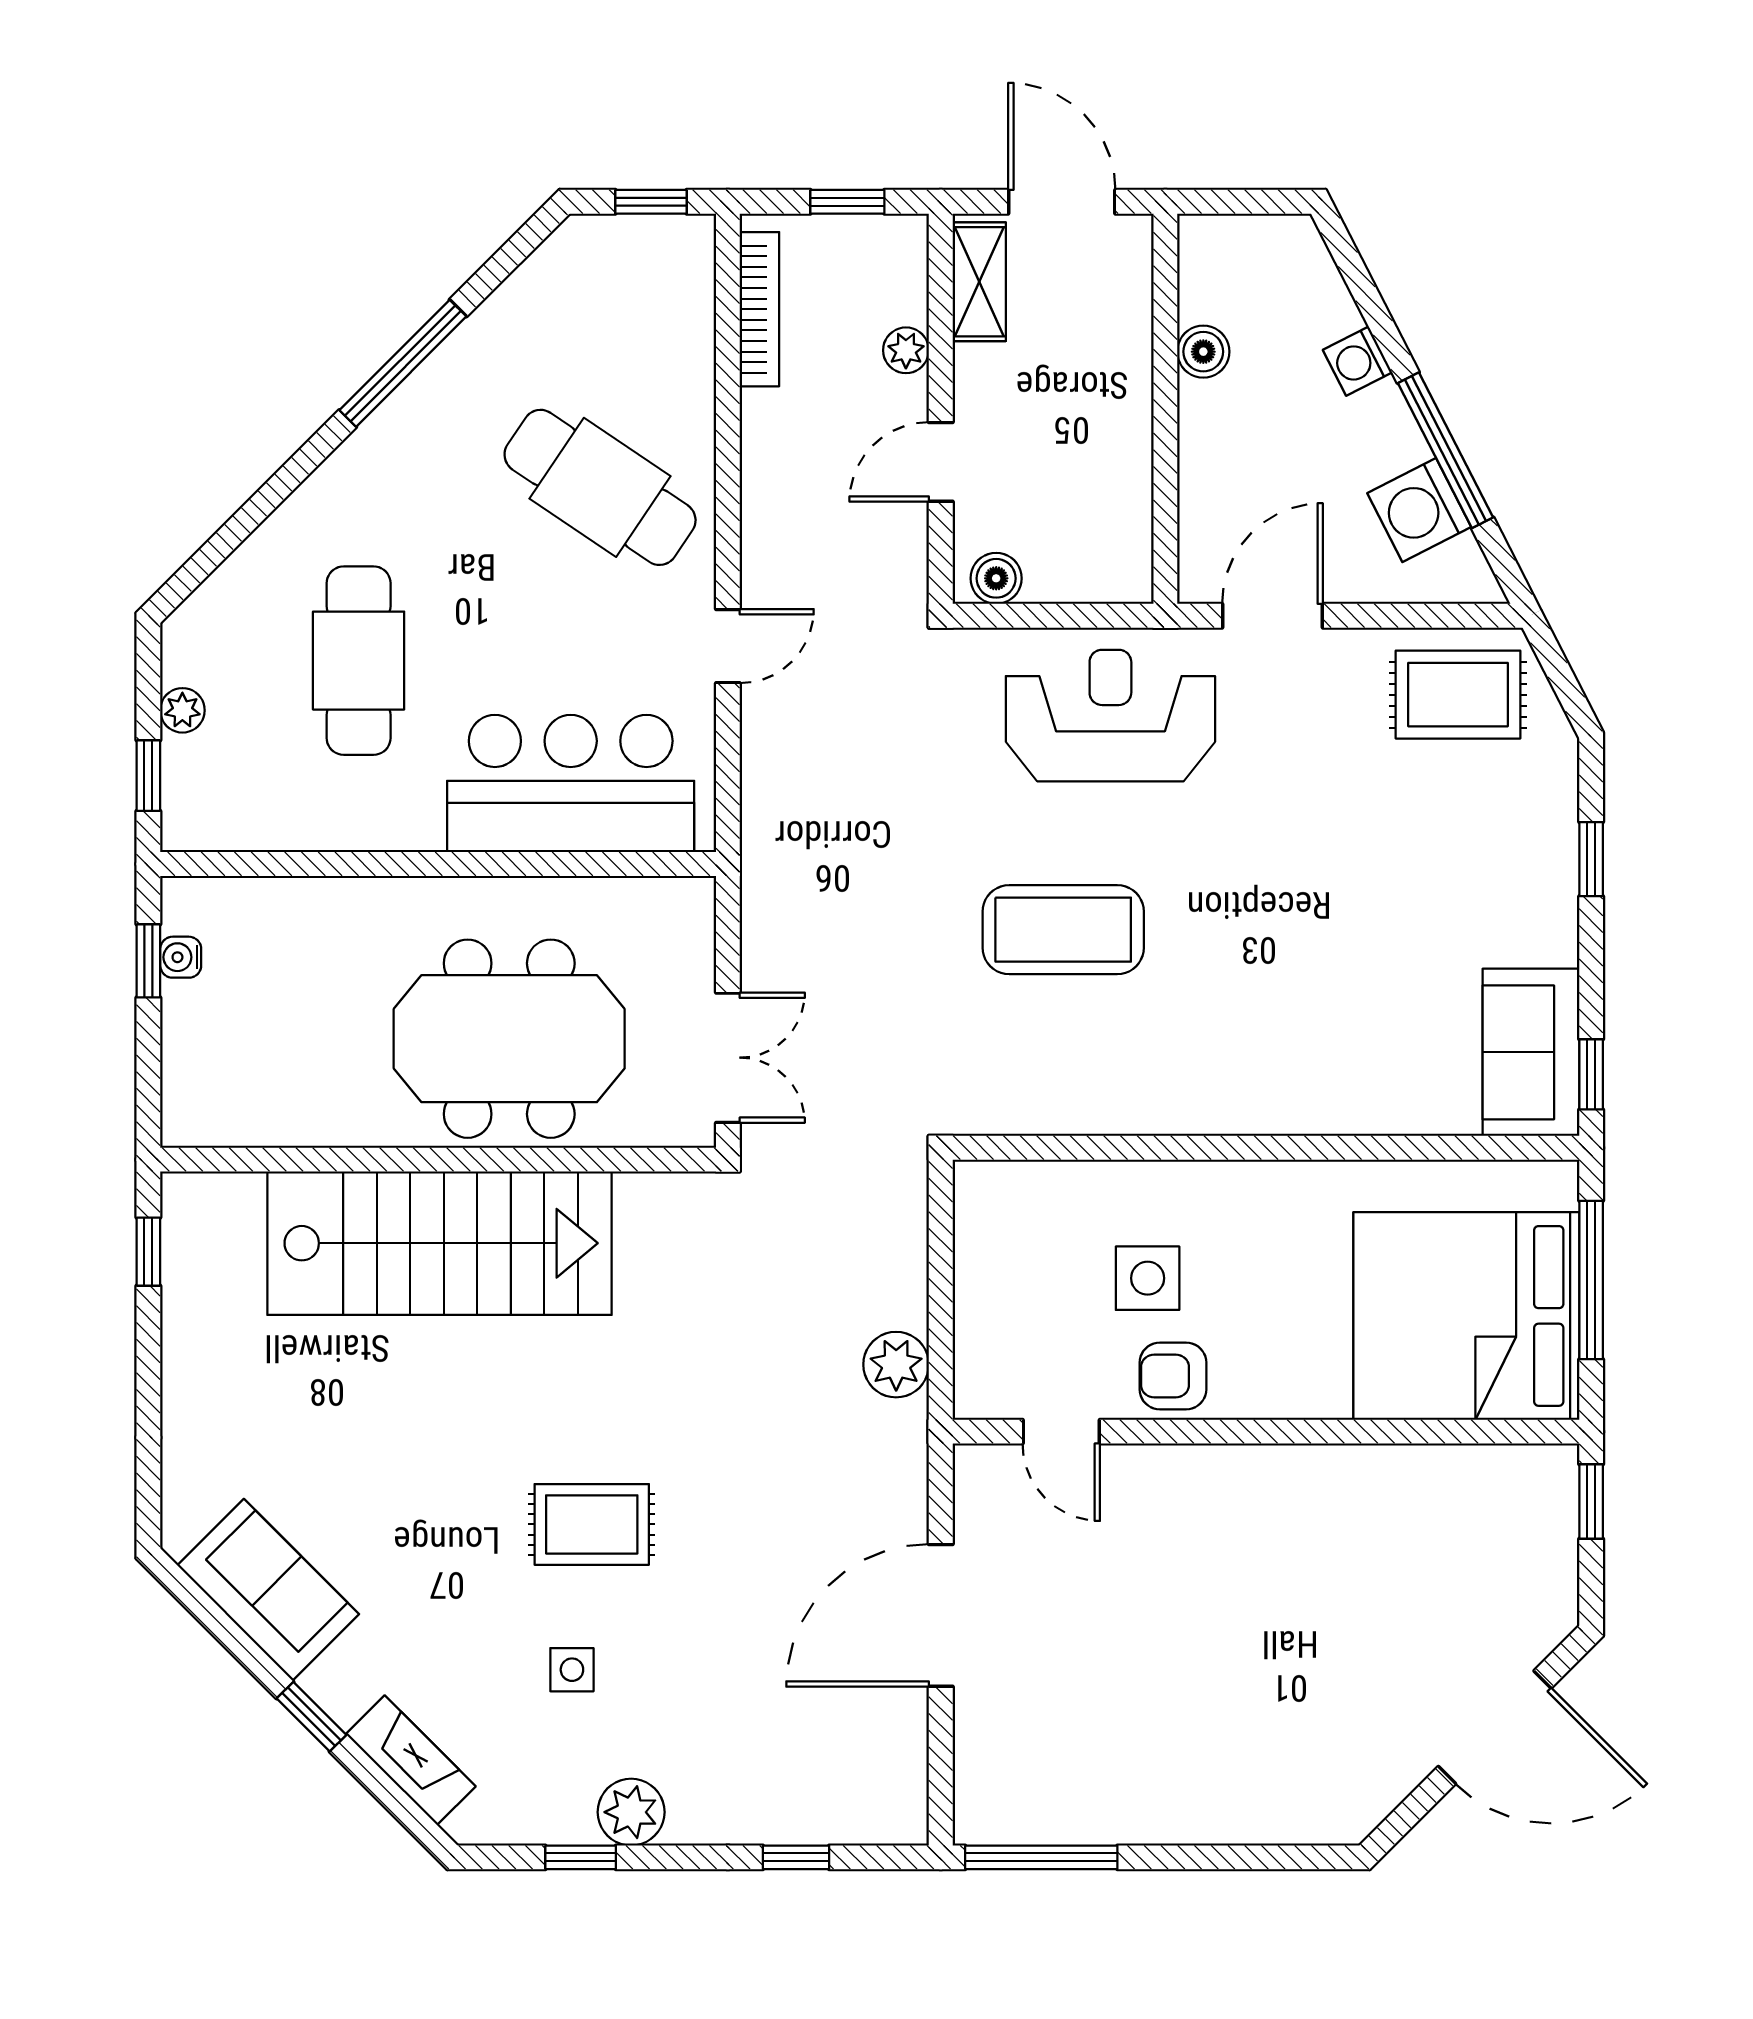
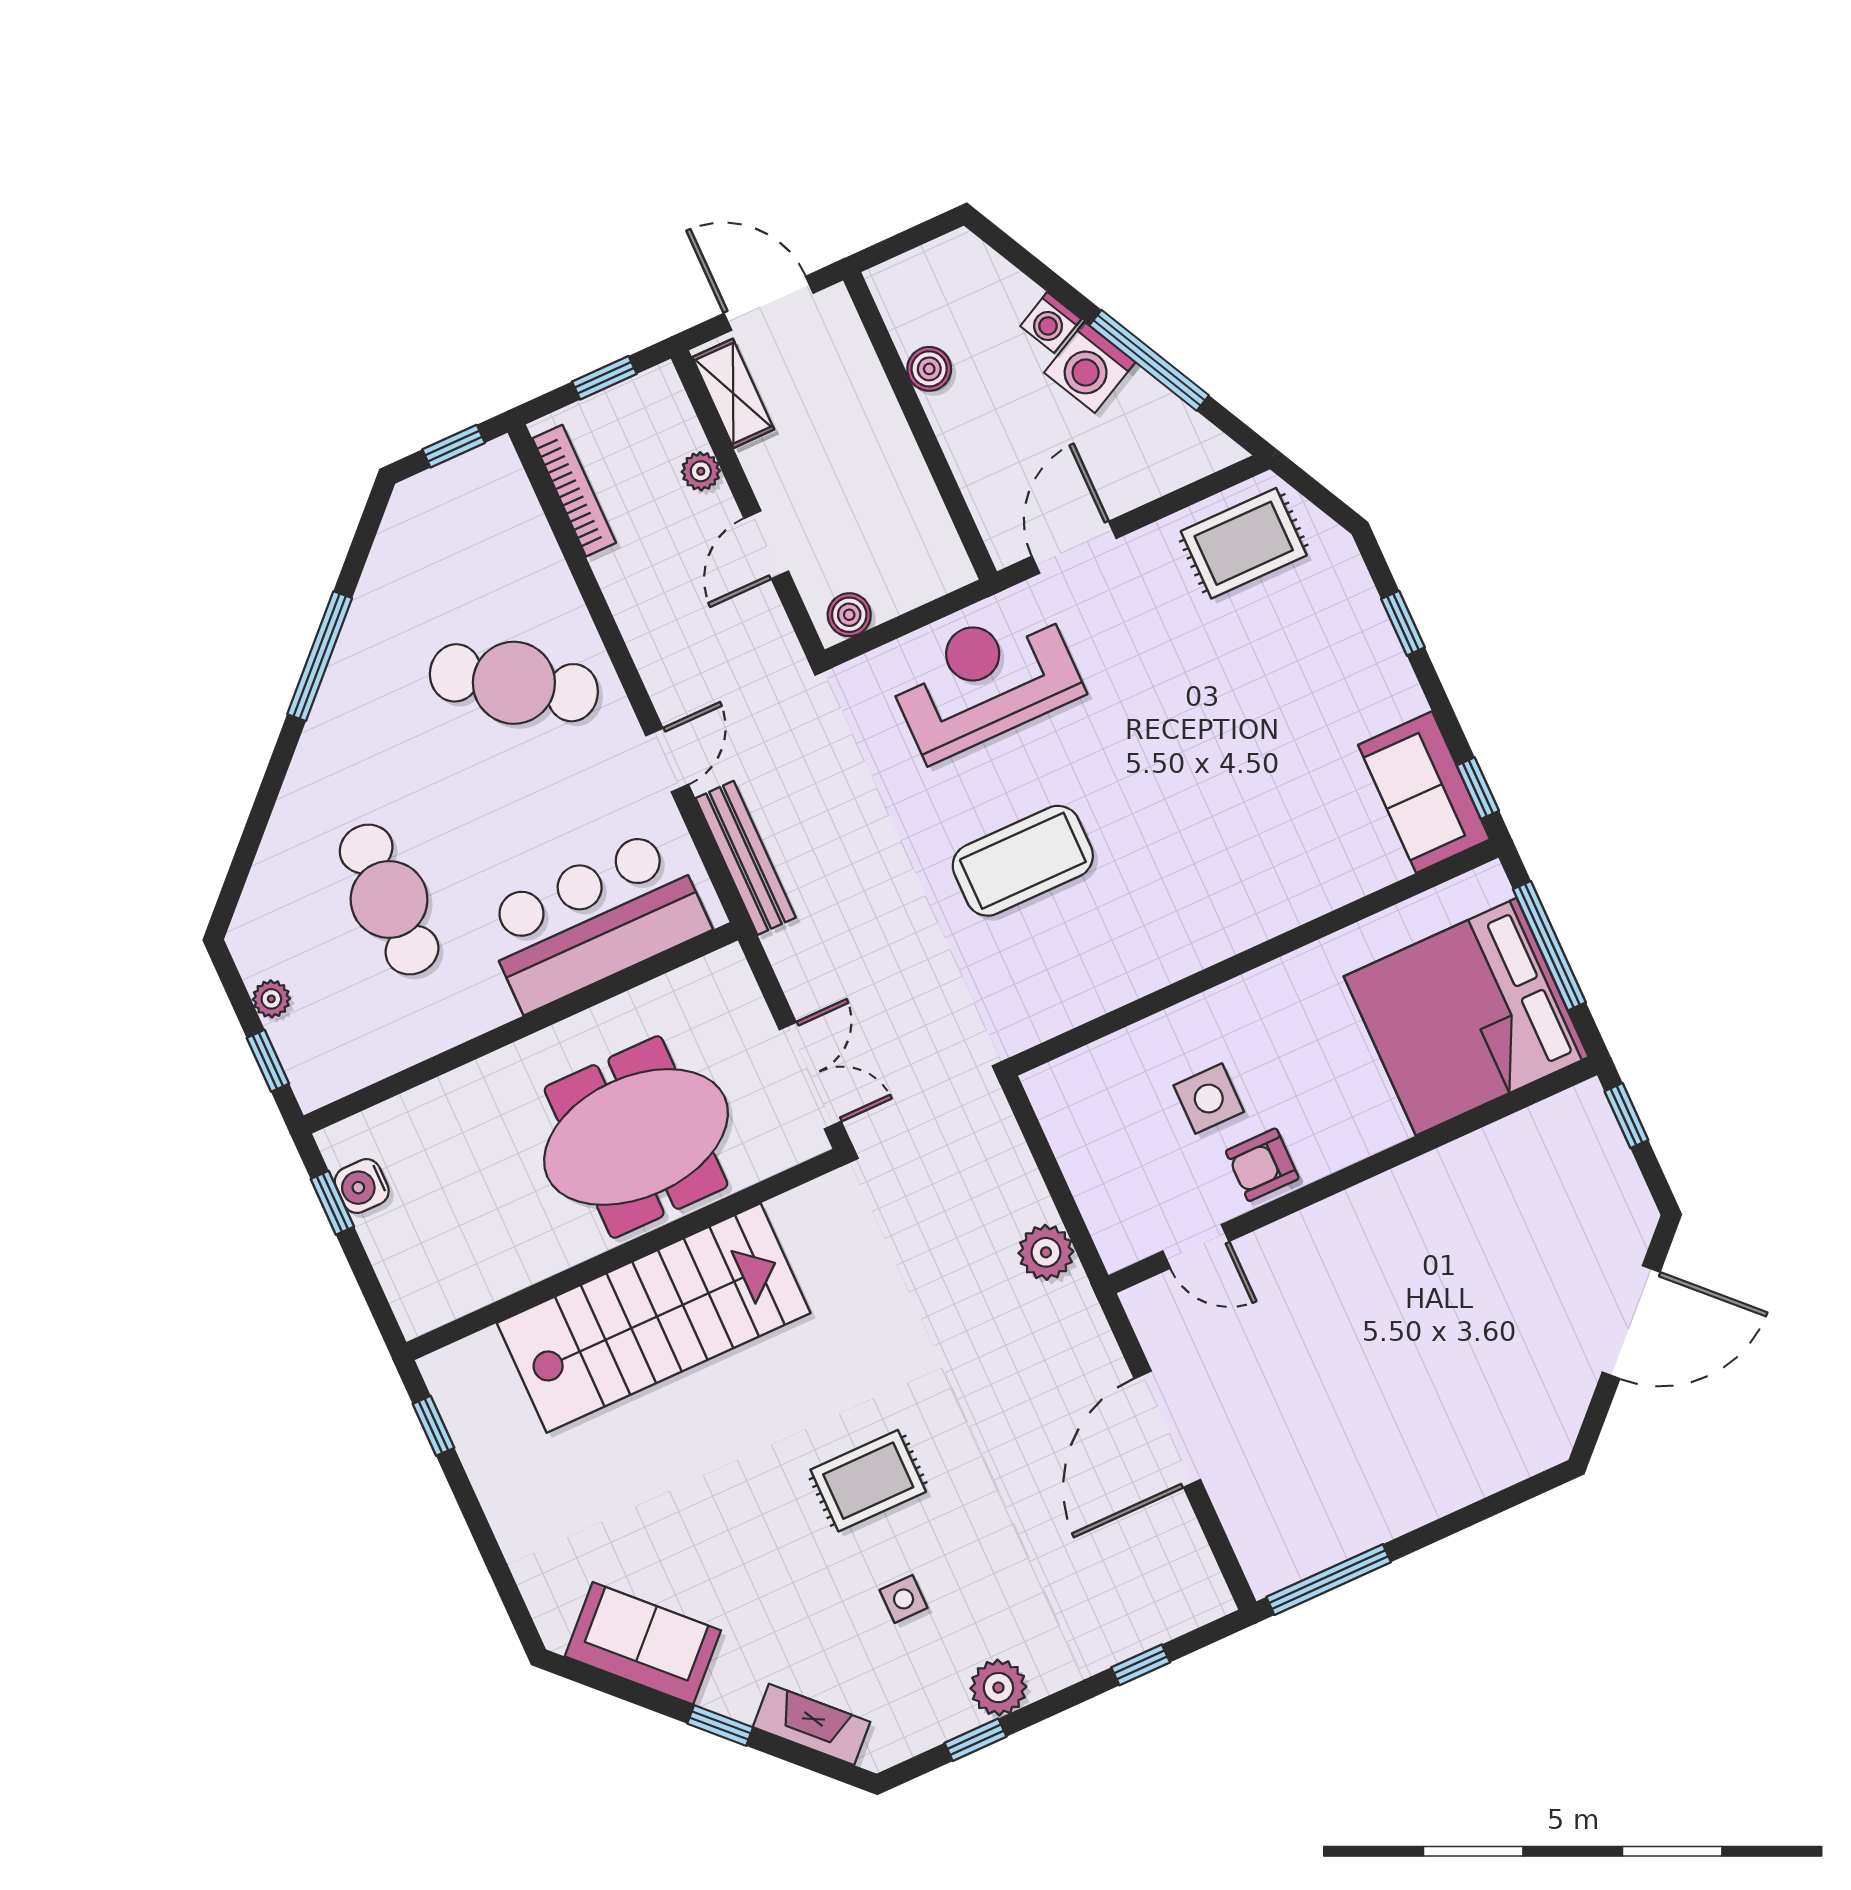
washing machine: (1419, 510) -> (1090, 367), moved
bench: (765, 790) -> (746, 858), added
water cooler: (181, 957) -> (362, 1186), width x1.38, depth x1.38

